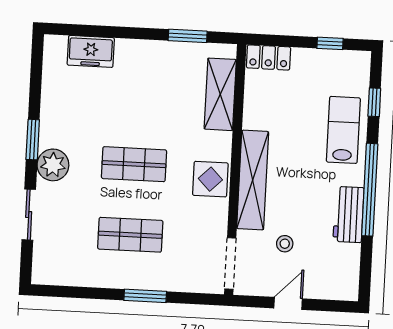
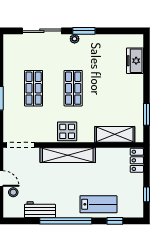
plant: (53, 165) -> (75, 39), width x0.53, depth x0.53
workbench: (348, 214) -> (40, 210), moved
sliding door: (29, 215) -> (42, 31), width x1.37
stool: (285, 244) -> (13, 192), moved

